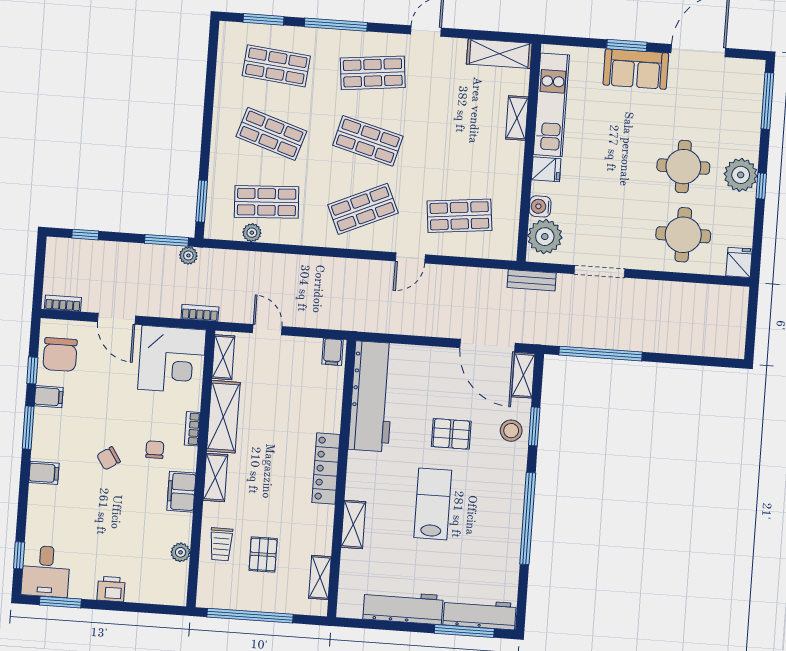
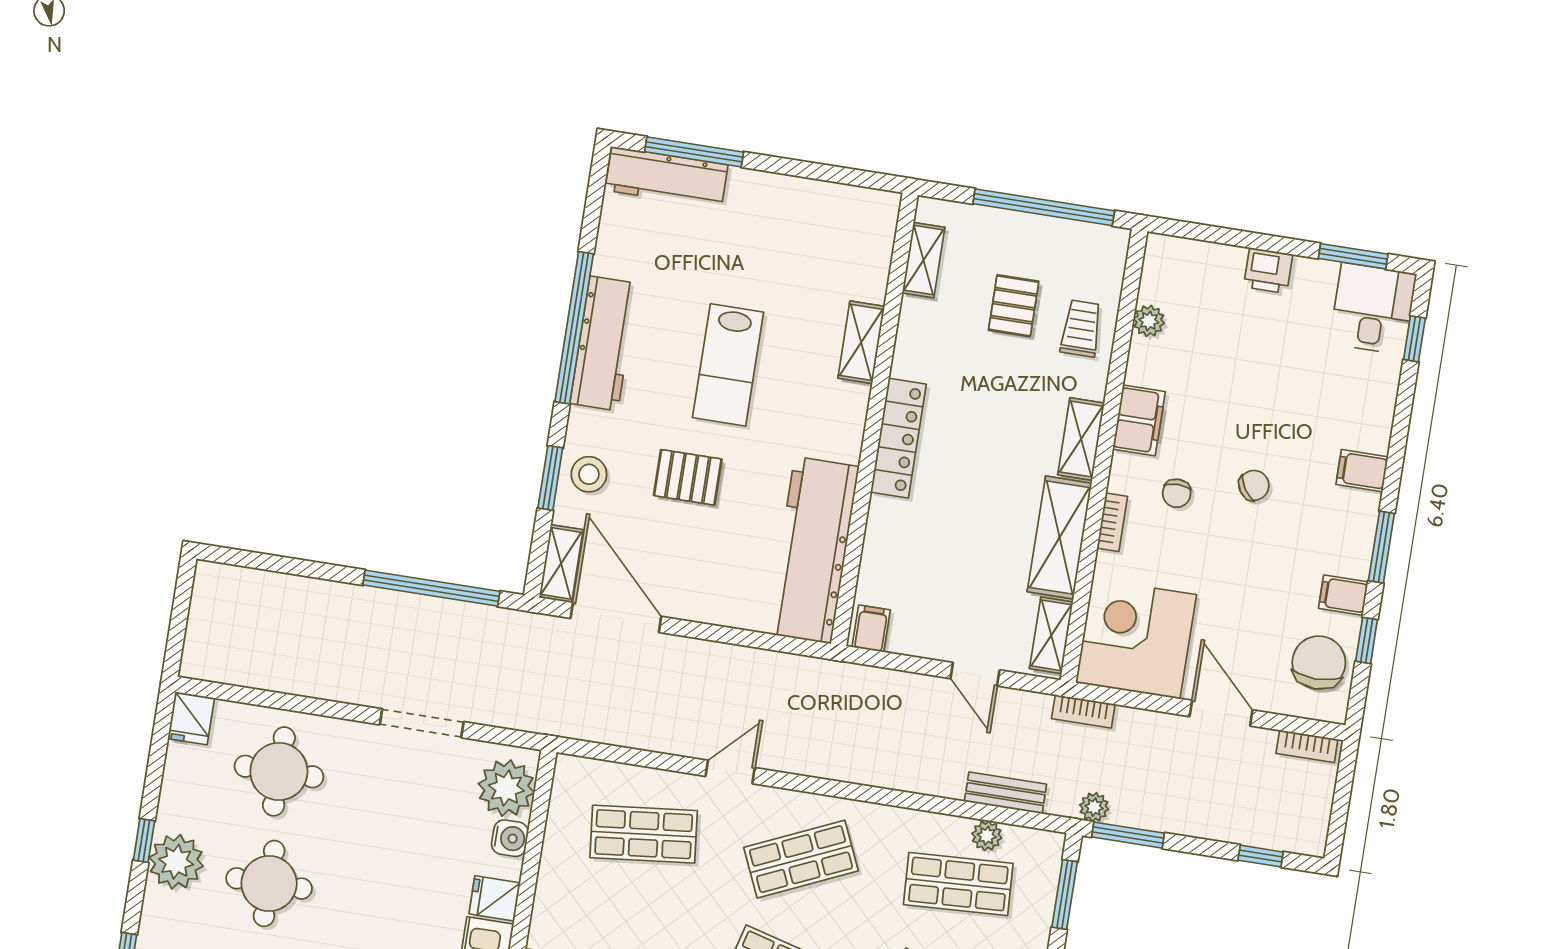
bench: (532, 280) -> (1005, 793), moved
workbench: (403, 607) -> (604, 343), moved, turned -90

